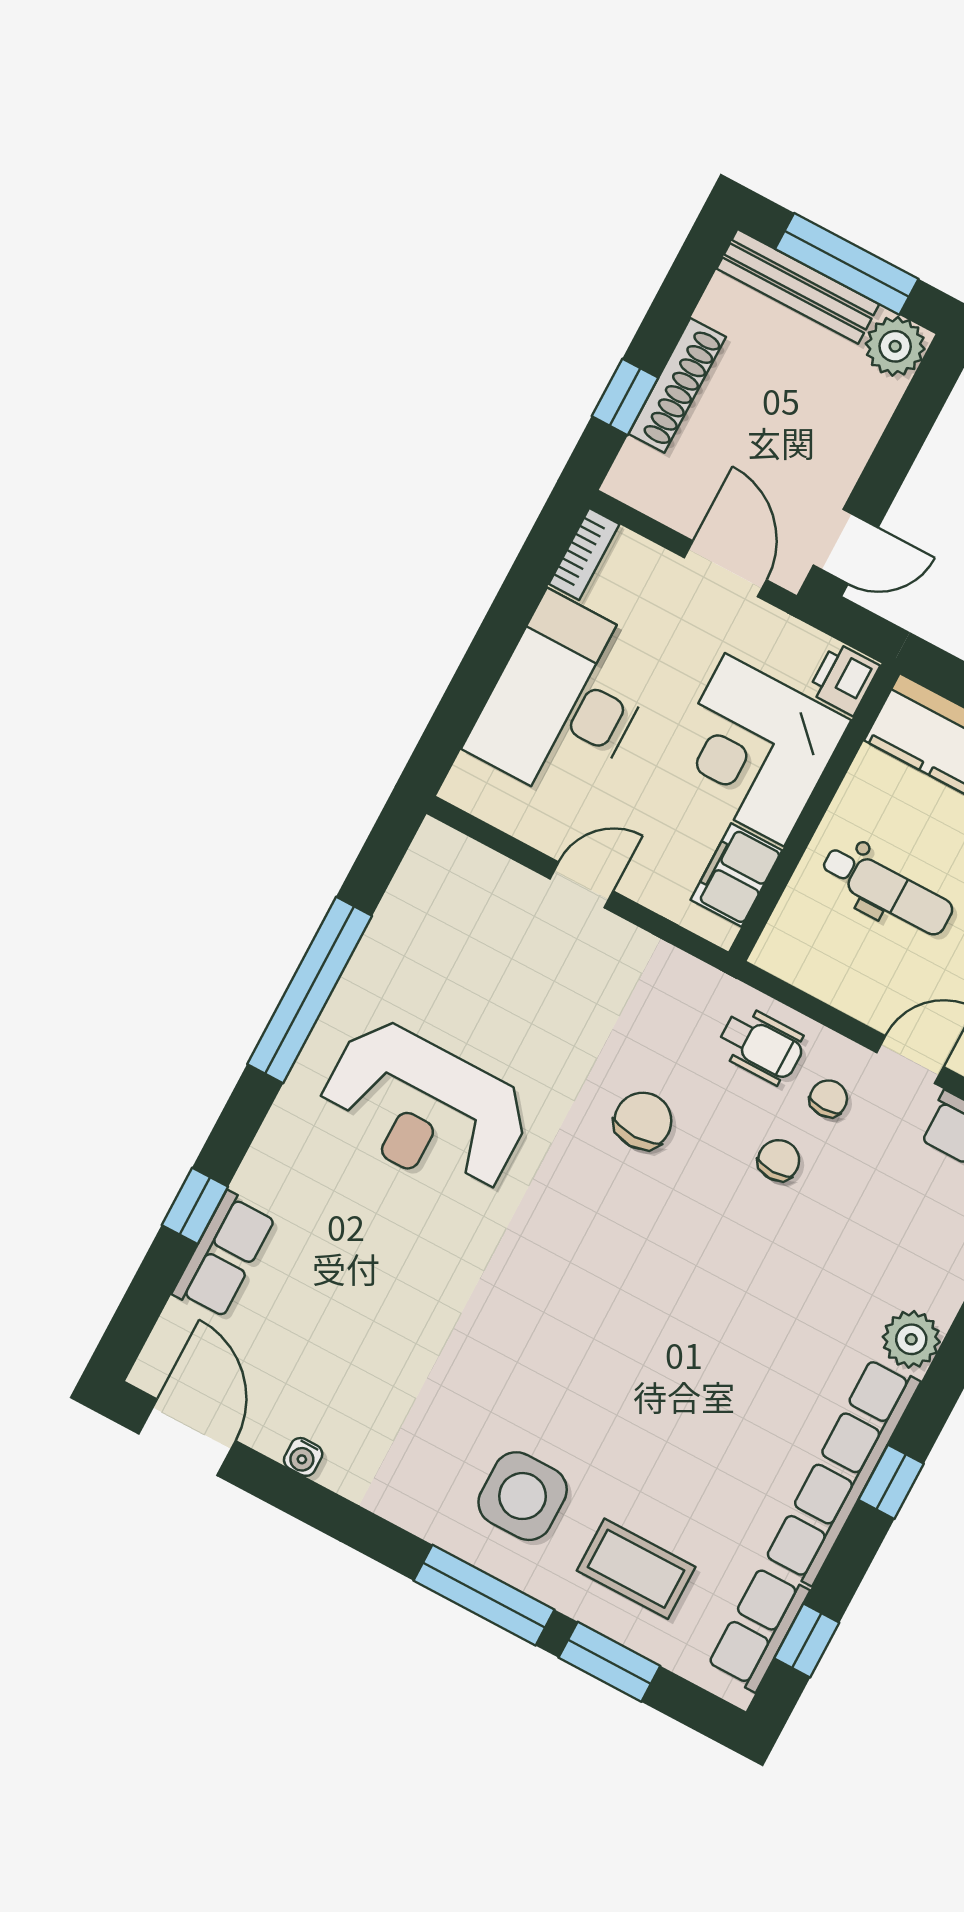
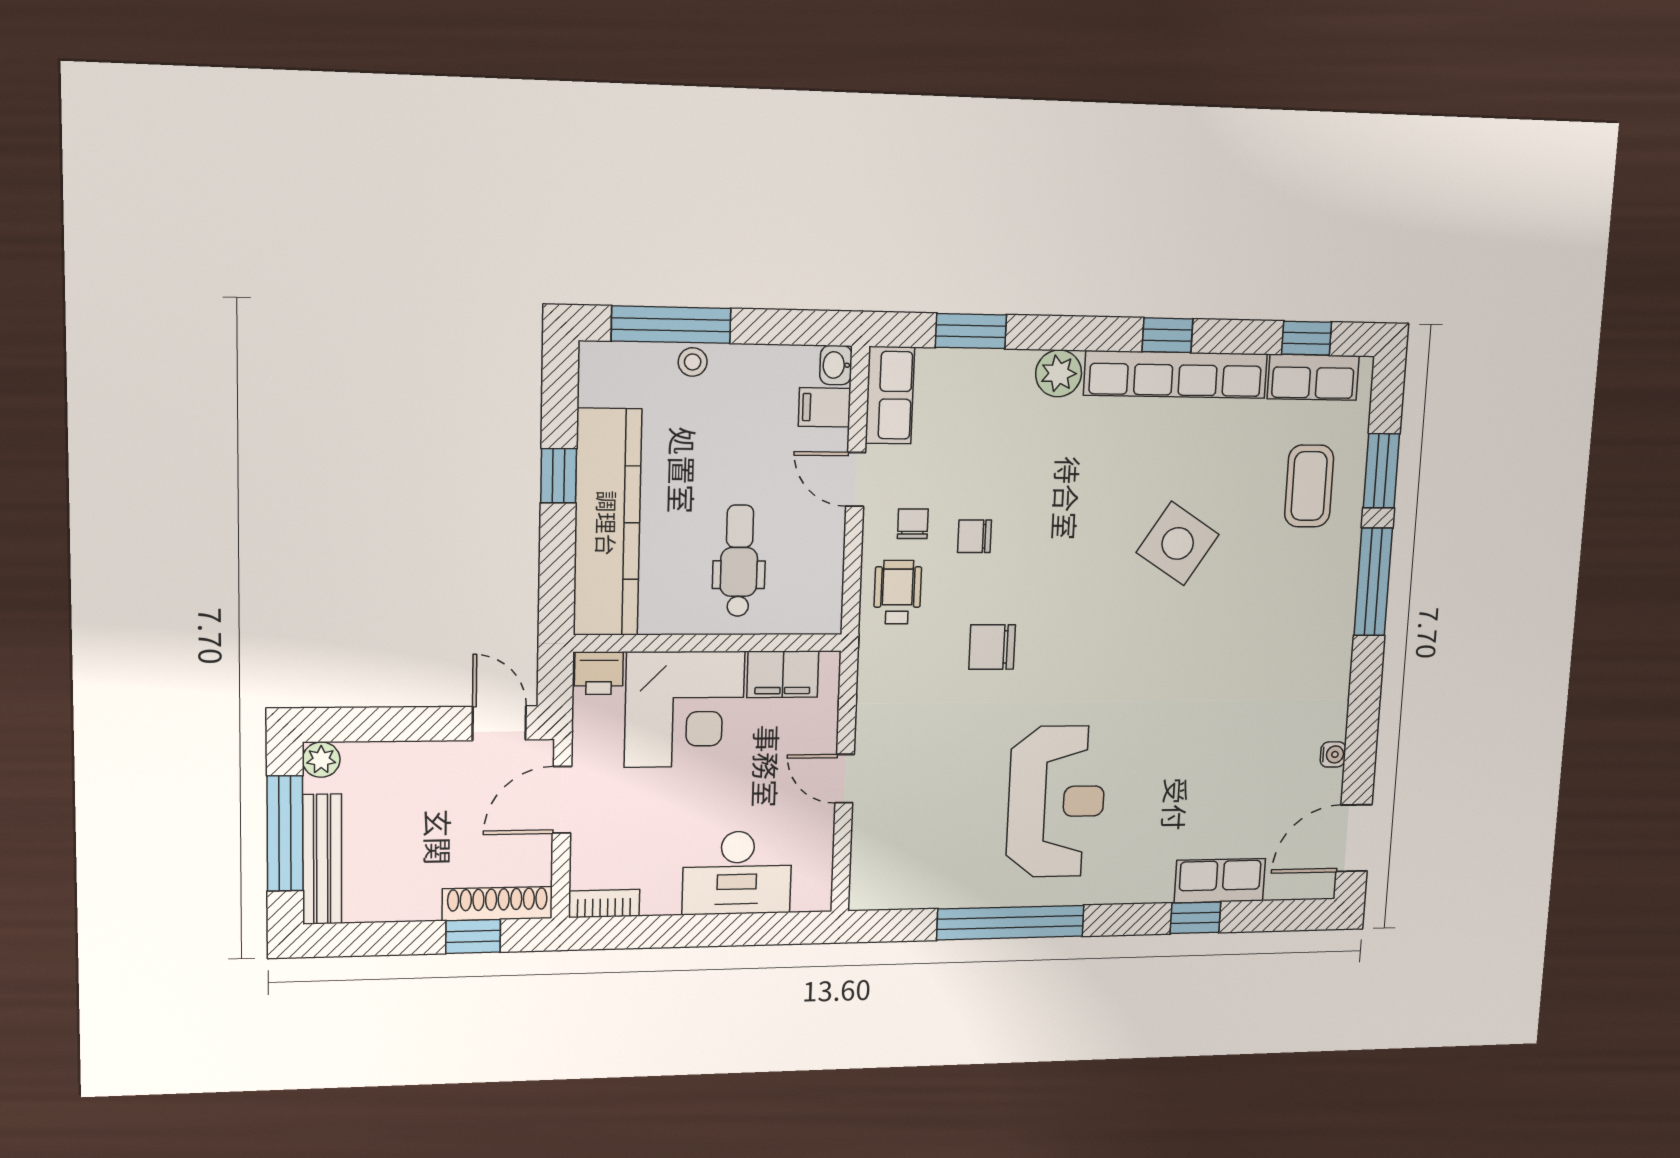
plant: (895, 346) -> (321, 760), width x0.73, depth x0.73
shoe rack: (677, 385) -> (497, 904), moved
desk: (564, 700) -> (737, 873), width x0.73, depth x0.77
chair: (828, 1099) -> (913, 524), turned 90
side table: (523, 1496) -> (1178, 543), moved, turned 33

